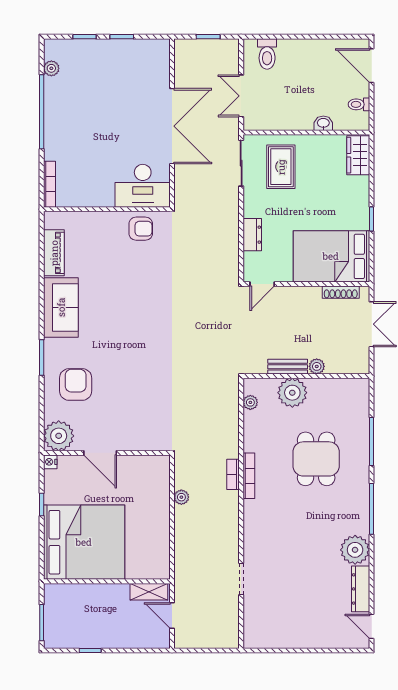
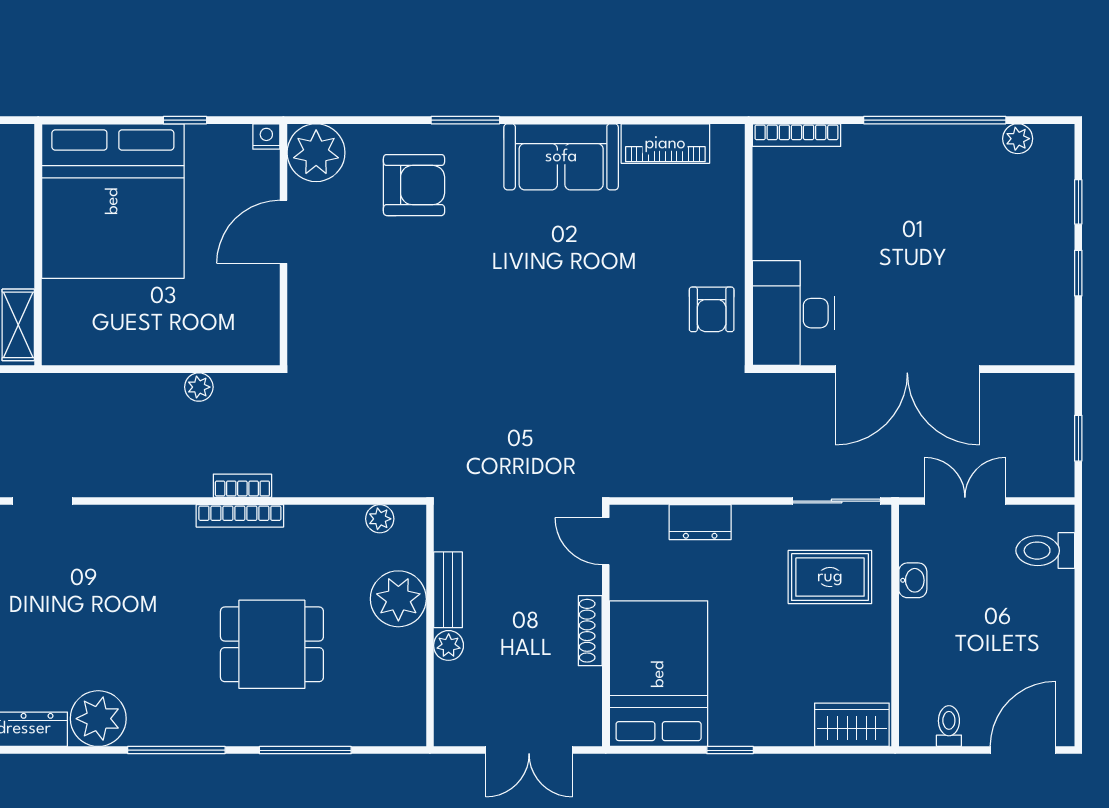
washbasin: (323, 123) -> (913, 580), moved
shoe rack: (341, 292) -> (590, 631), moved

